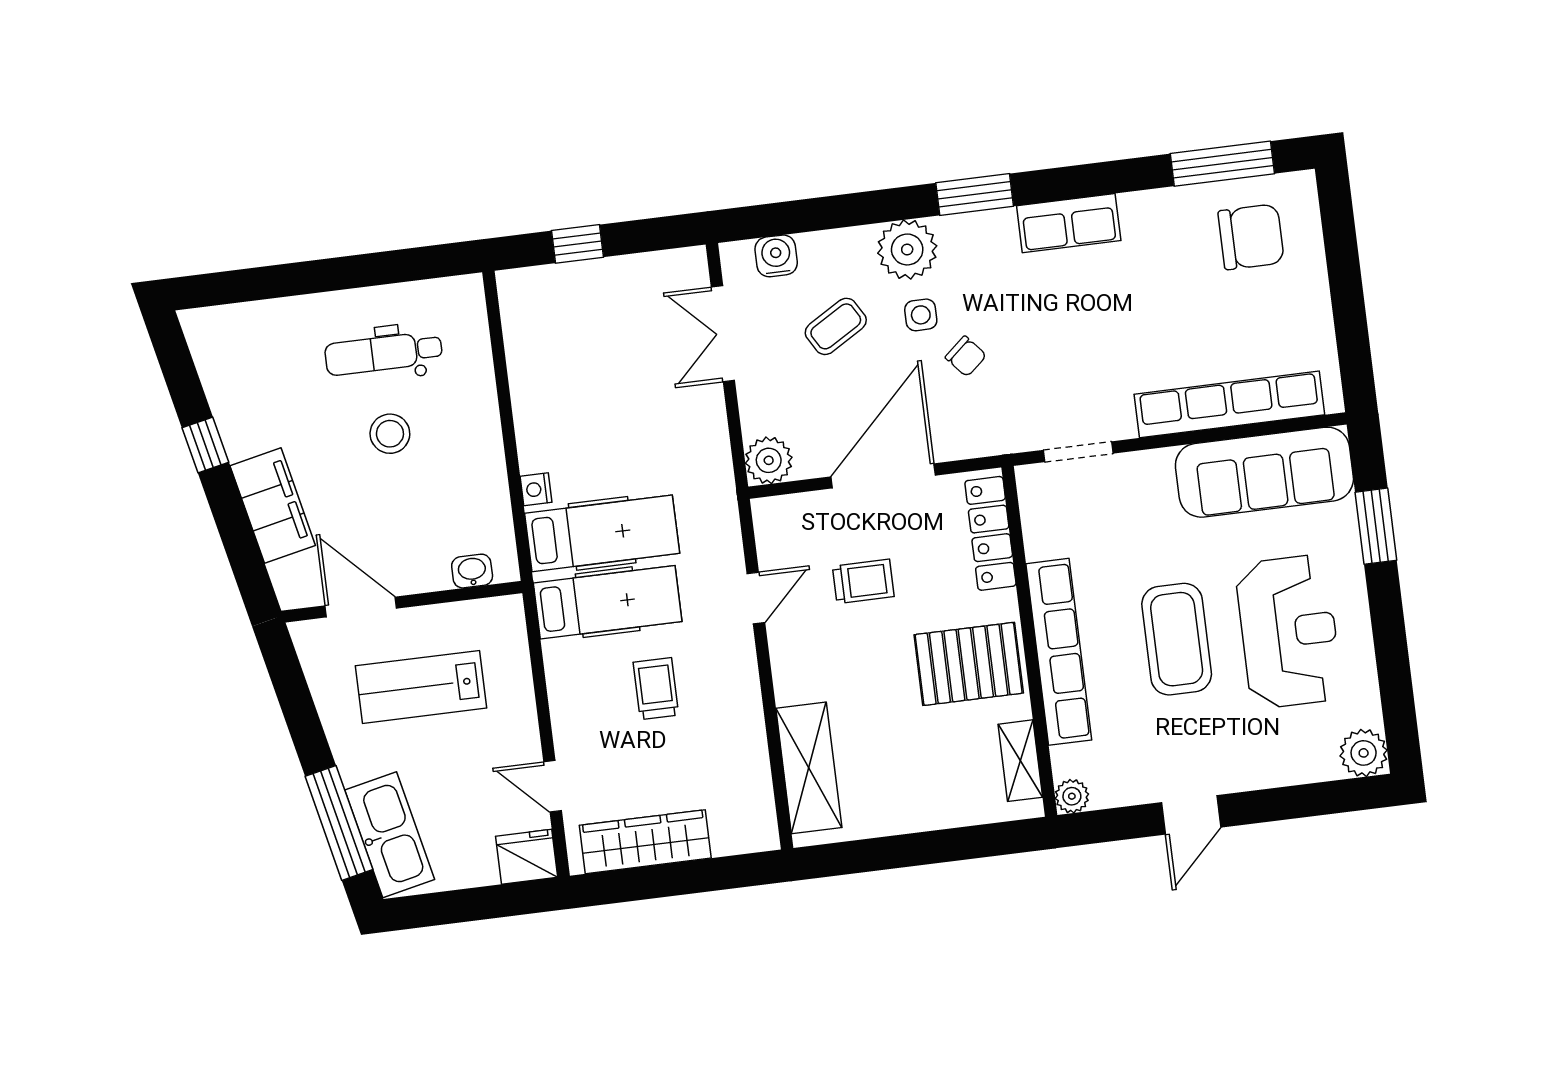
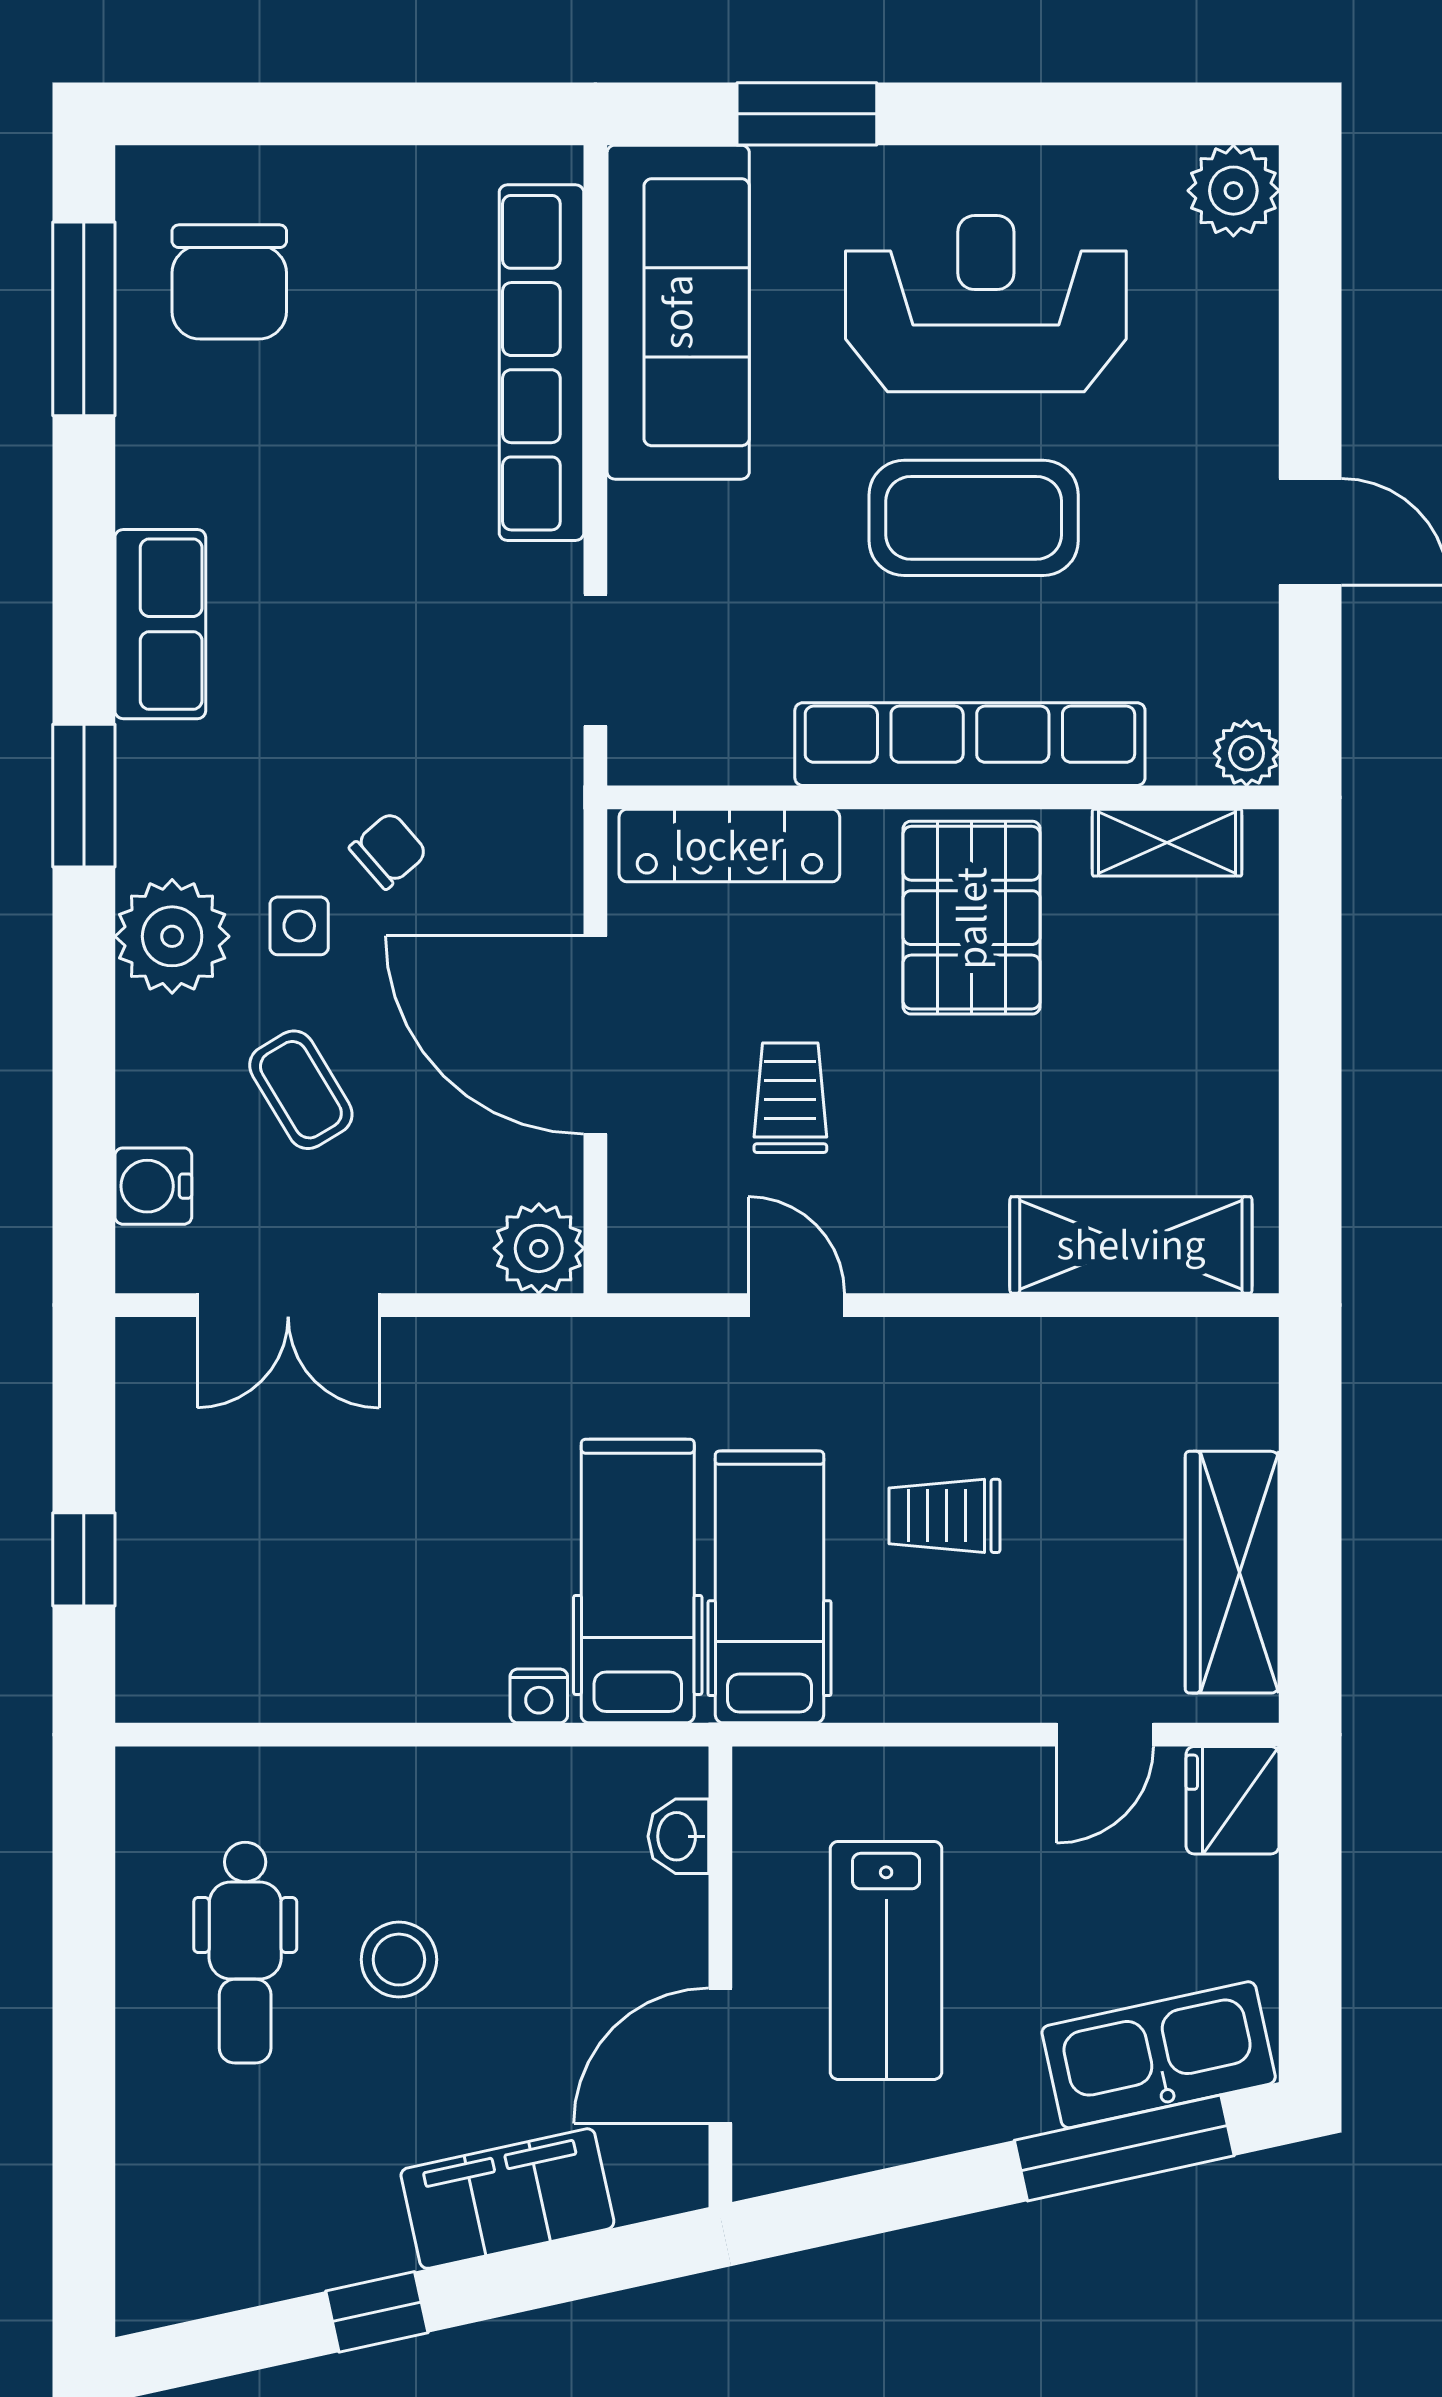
chair: (1251, 237) -> (229, 282), turned 180

